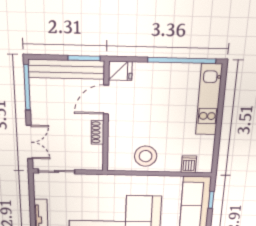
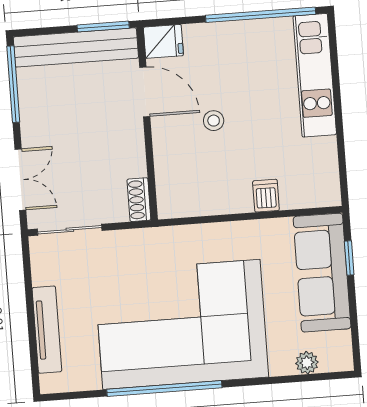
door: (106, 100) -> (145, 92), swing flipped
shoe rack: (97, 132) -> (139, 200), moved
stool: (146, 156) -> (214, 121), moved, width x0.53, depth x0.53
dishwasher: (189, 164) -> (266, 196), moved

